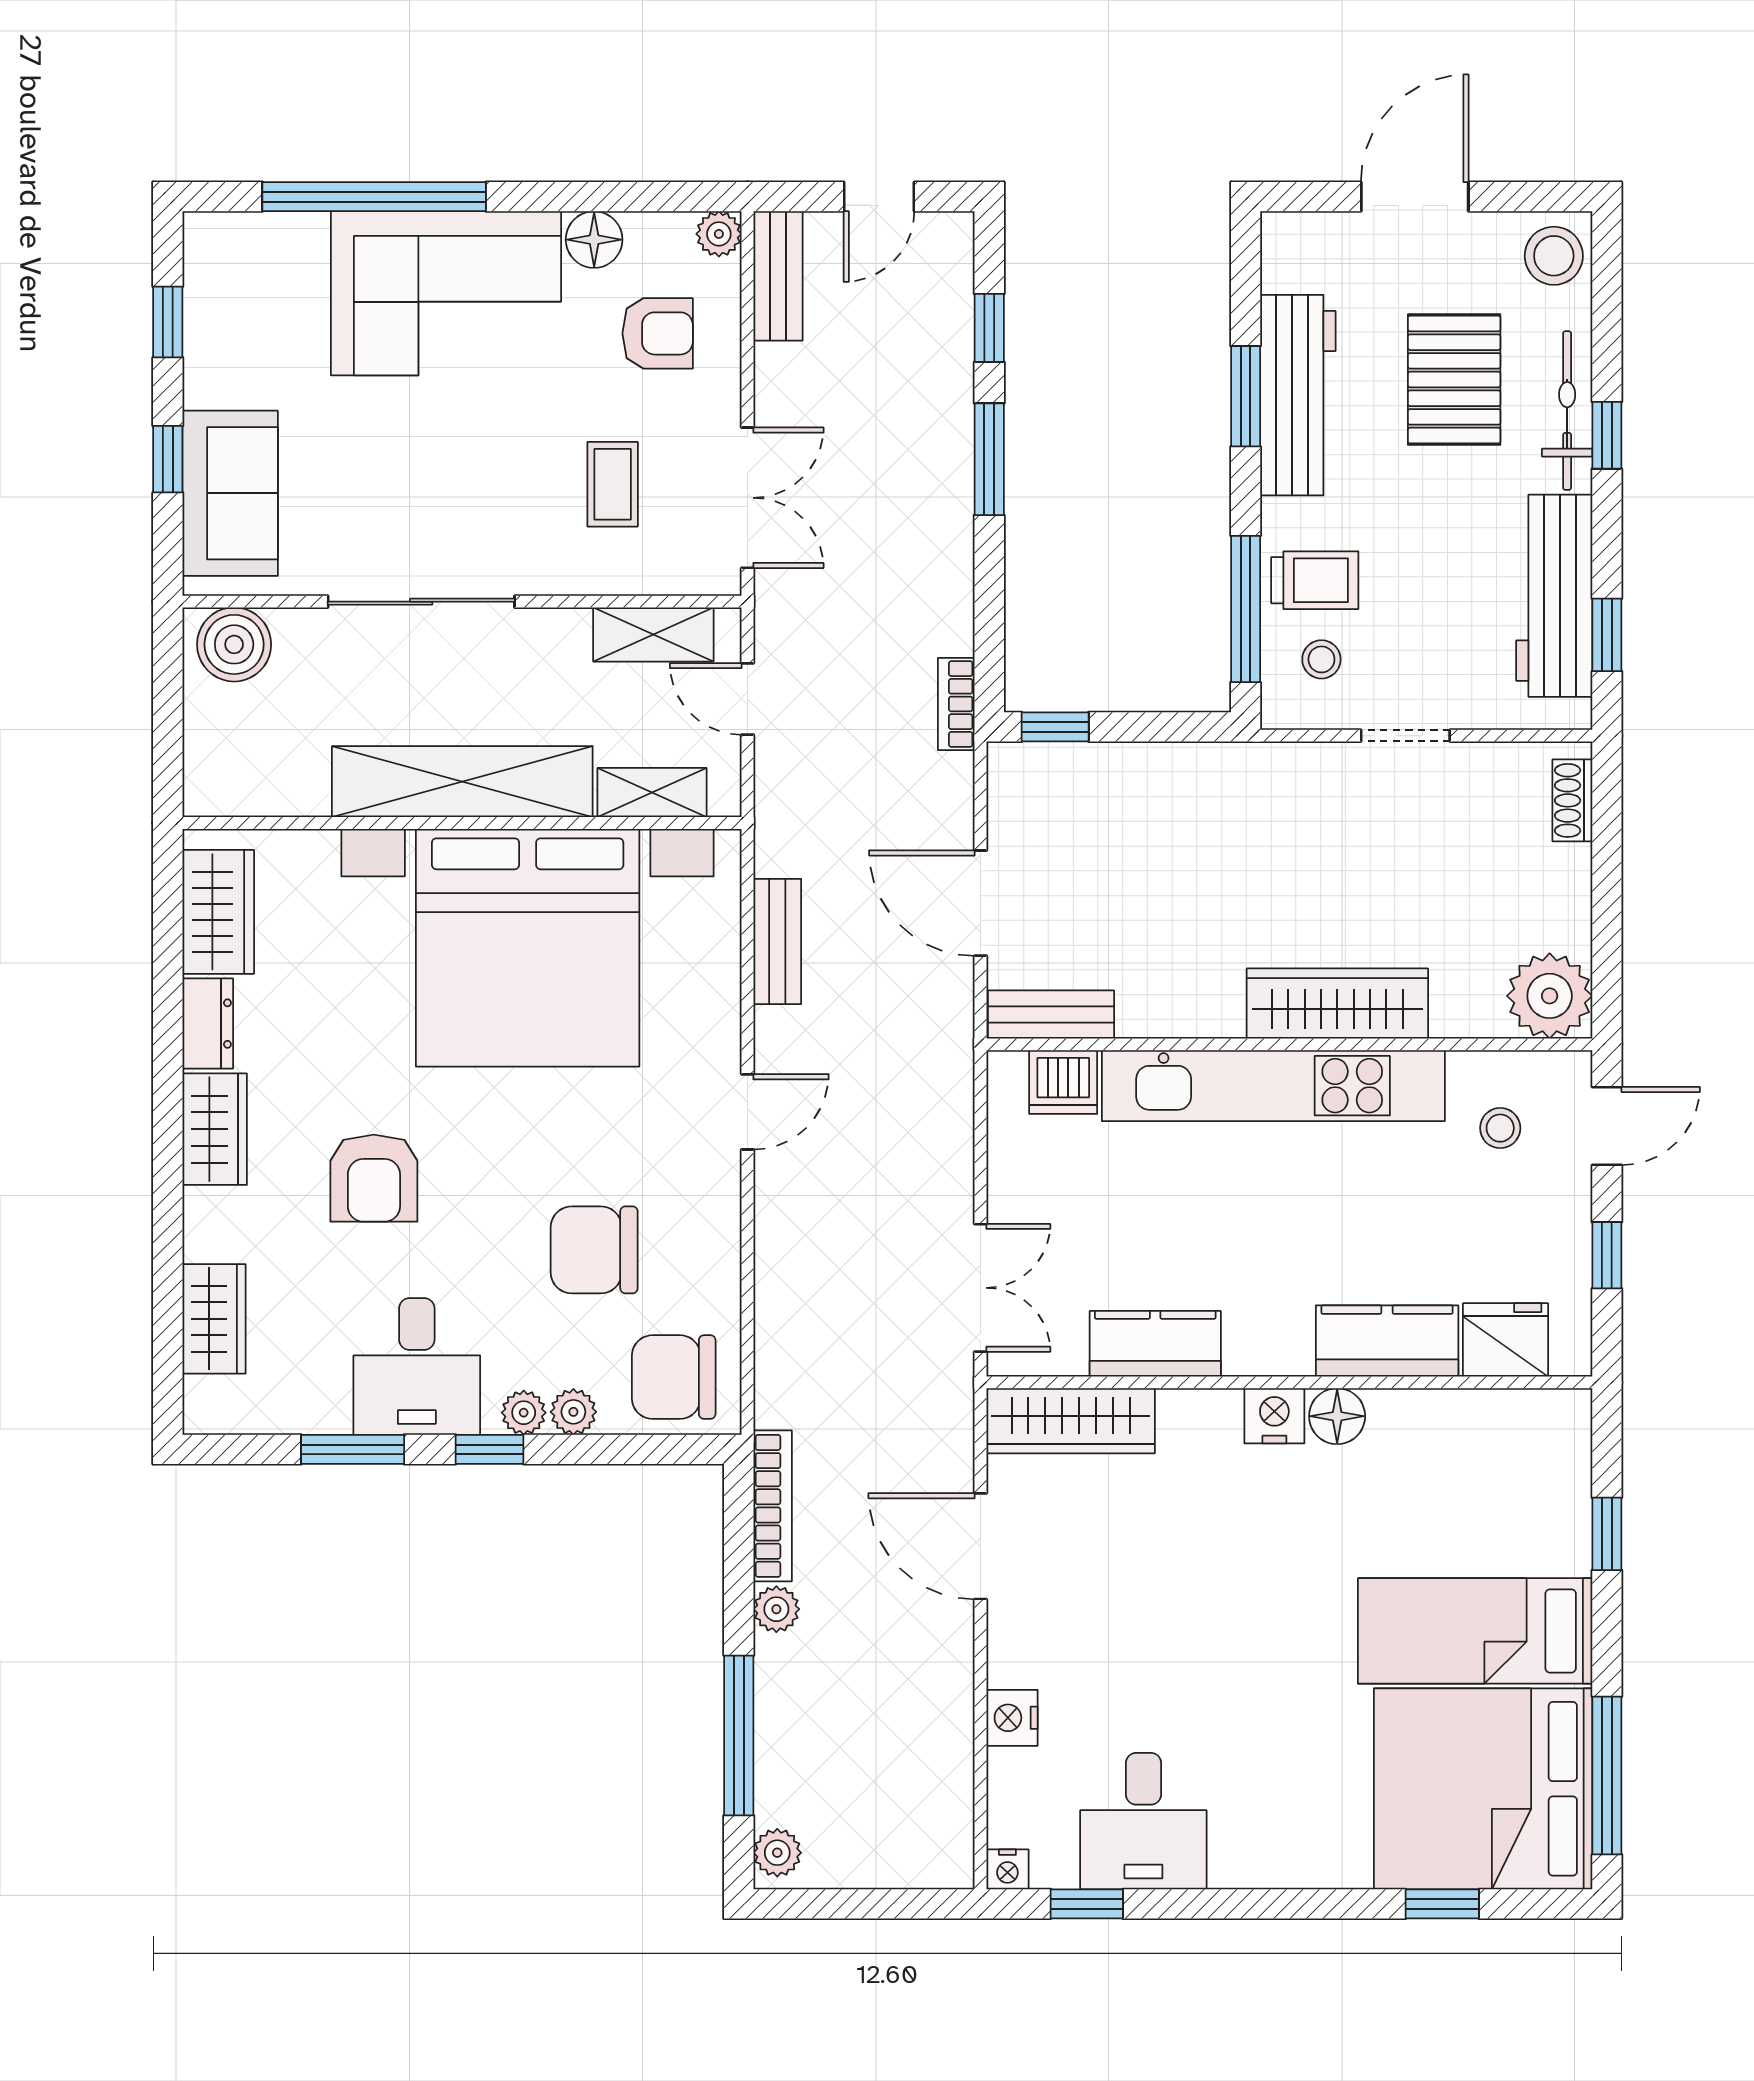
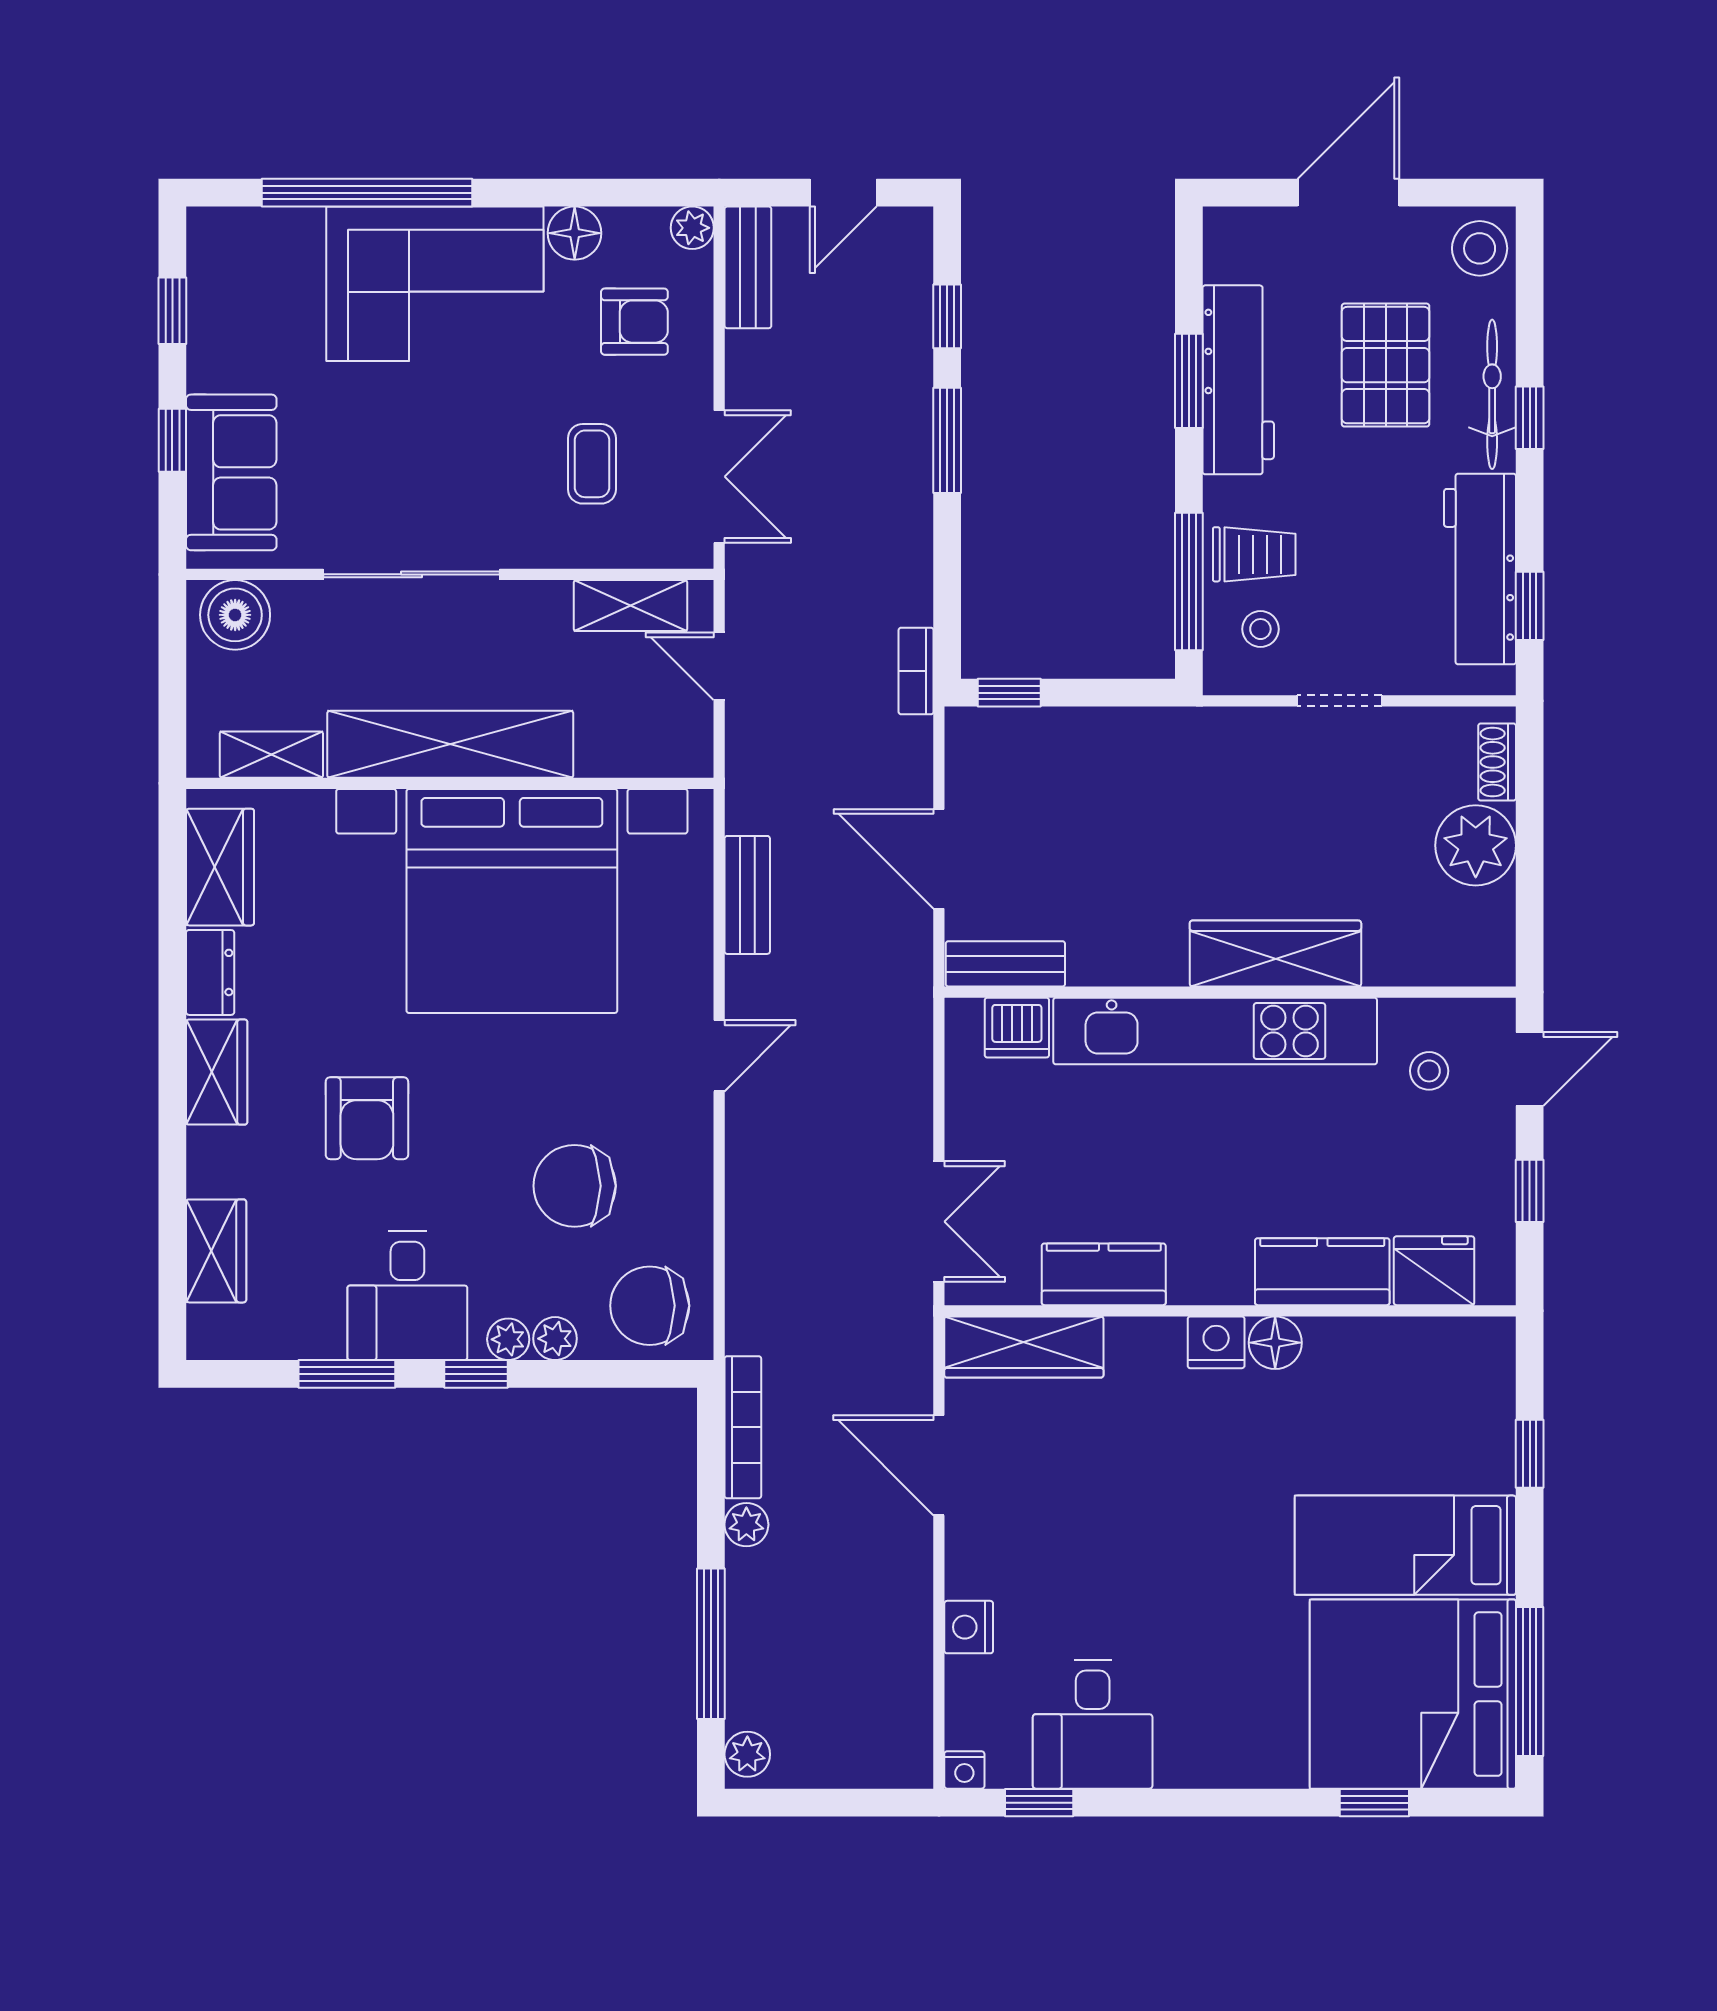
shelving: (652, 793) -> (271, 755), moved
plant: (1550, 996) -> (1476, 845), moved

